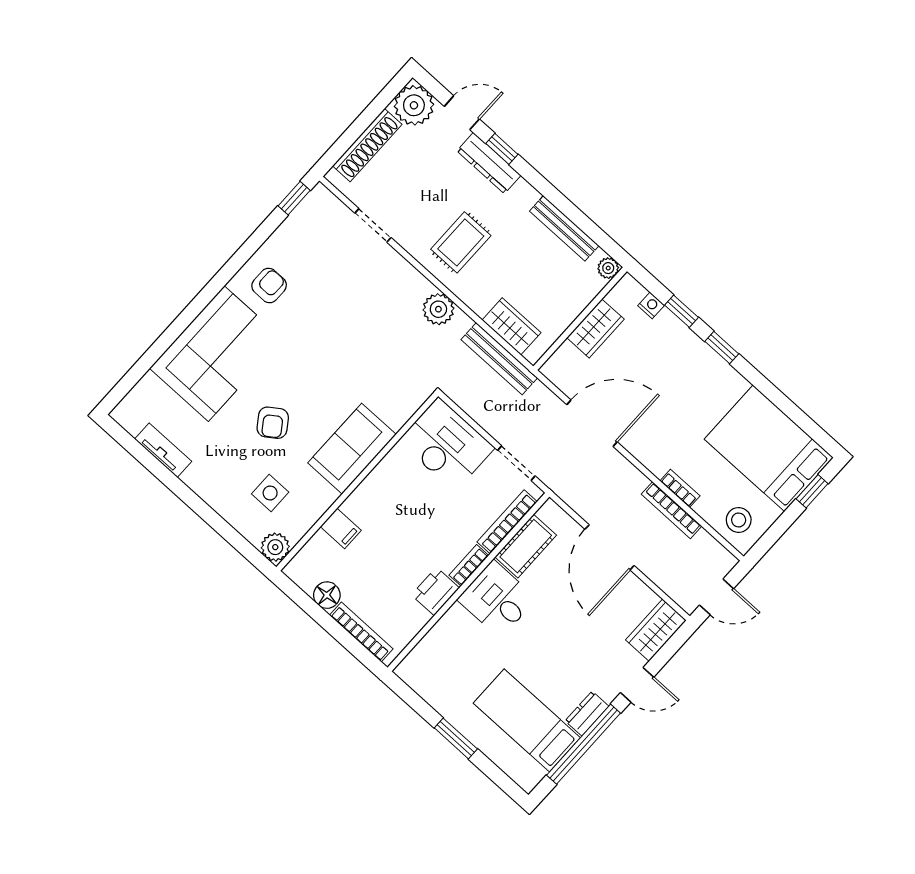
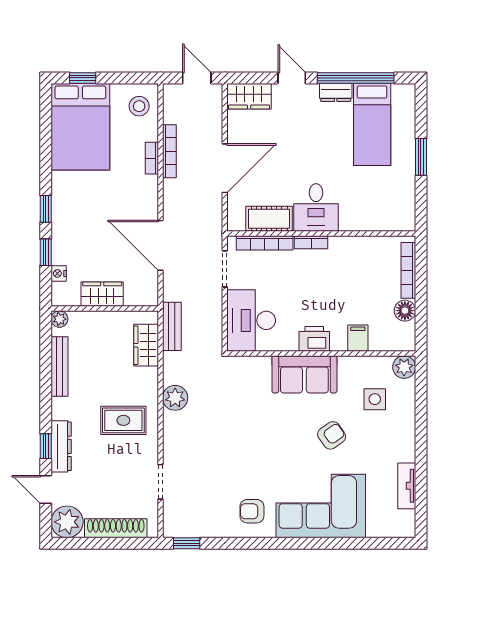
bench: (499, 359) -> (172, 326), width x0.73
printer: (435, 591) -> (314, 339), moved, turned 180

